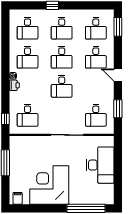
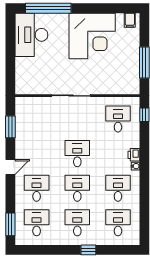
door: (118, 75) -> (10, 167), hinge flipped
desk: (96, 115) -> (37, 119), removed
desk: (100, 165) -> (31, 35), moved

